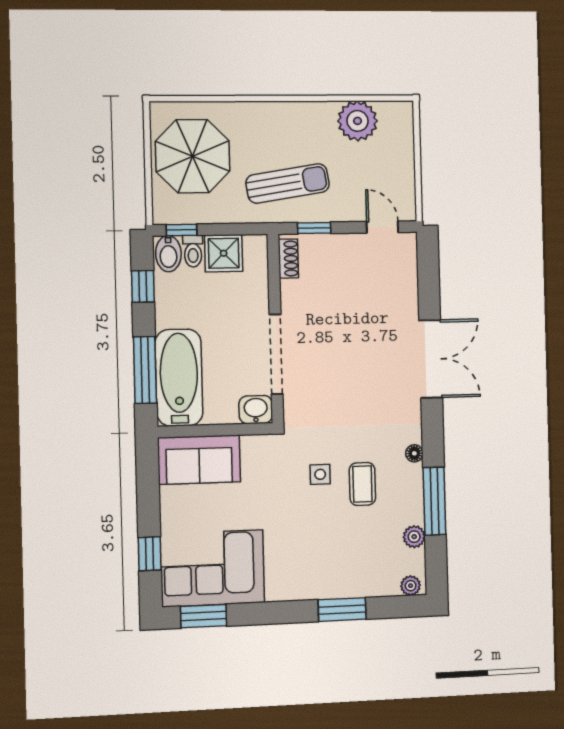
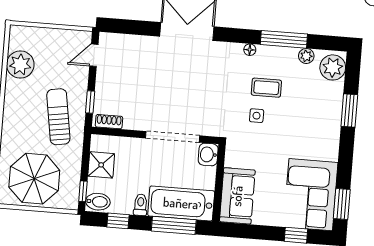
toilet: (193, 251) -> (141, 205), moved, turned -90
plant: (411, 586) -> (333, 67), width x1.88, depth x1.88

